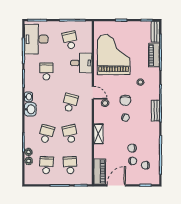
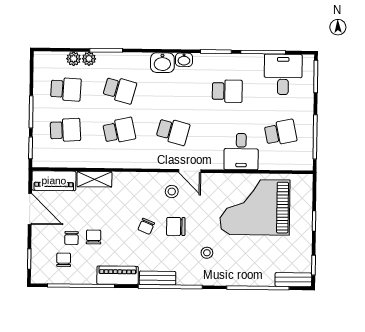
desk: (36, 39) -> (283, 74), width x0.73
grand piano: (114, 55) -> (255, 207), turned 180
piano: (154, 55) -> (118, 275), moved
door: (93, 93) -> (190, 171), hinge flipped
shelving: (98, 134) -> (94, 179), moved

